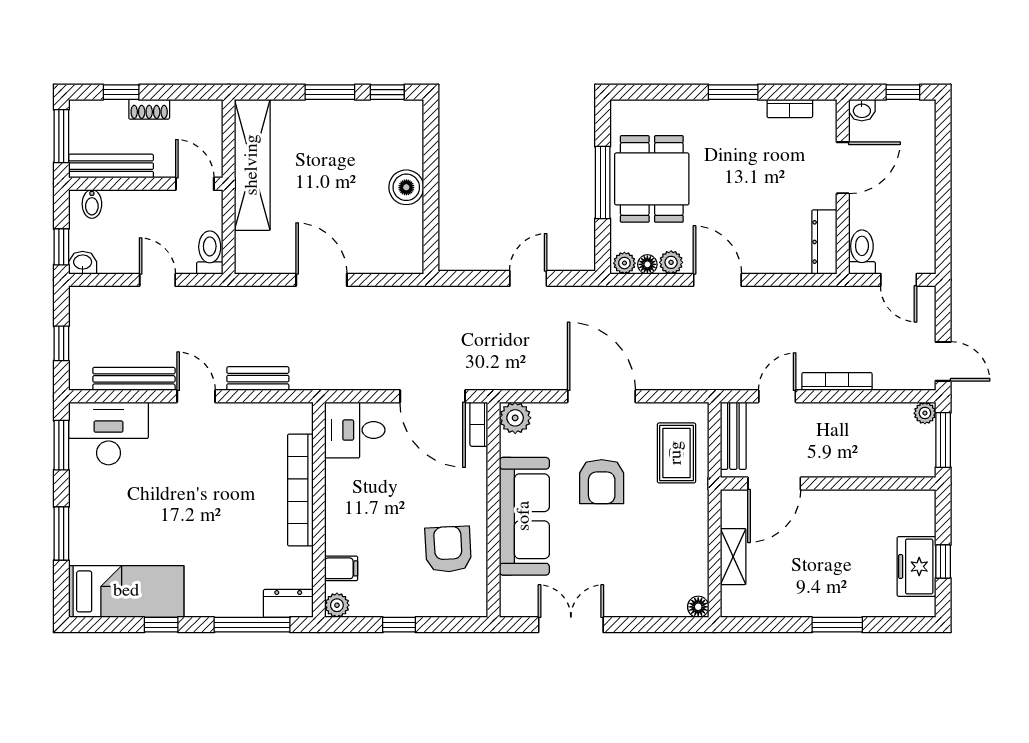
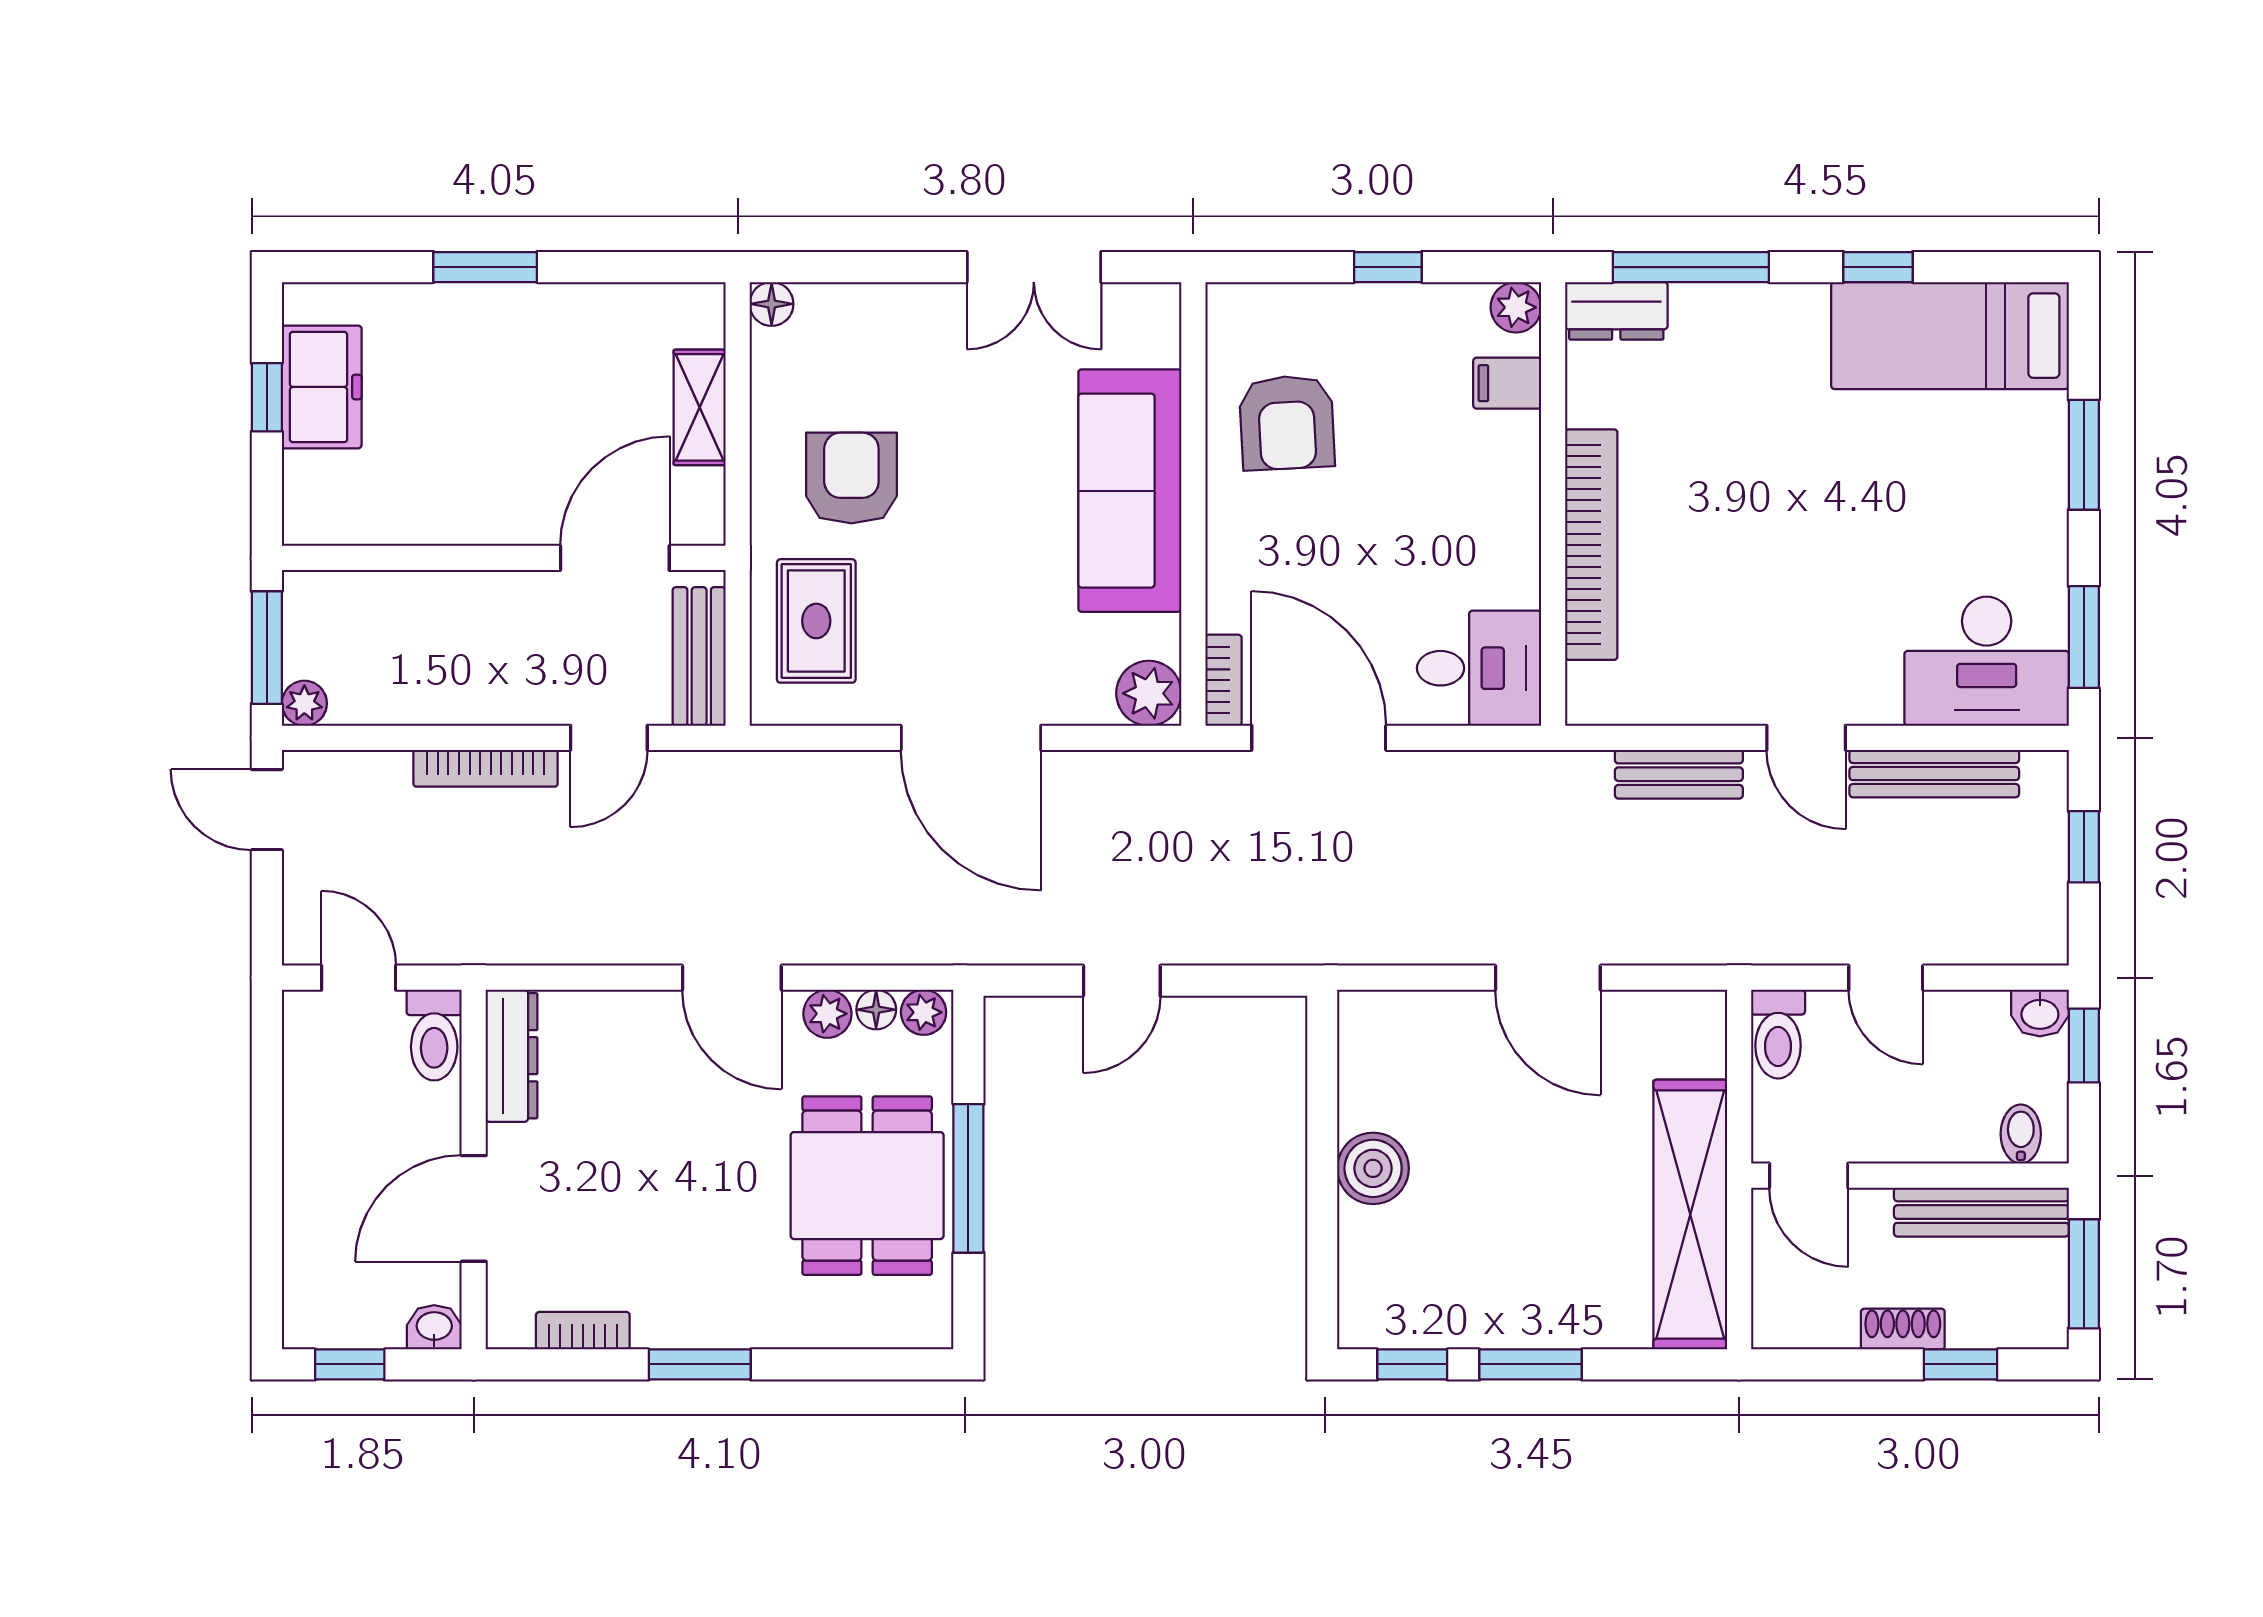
armchair: (602, 482) -> (851, 478), moved

